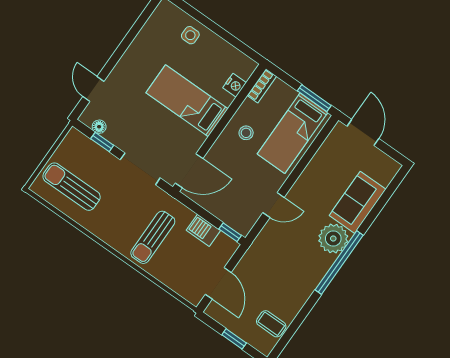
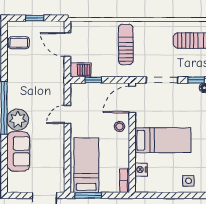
stool: (246, 133) -> (119, 126), moved
barbecue: (203, 230) -> (80, 70), moved
window: (230, 232) -> (93, 80), moved

